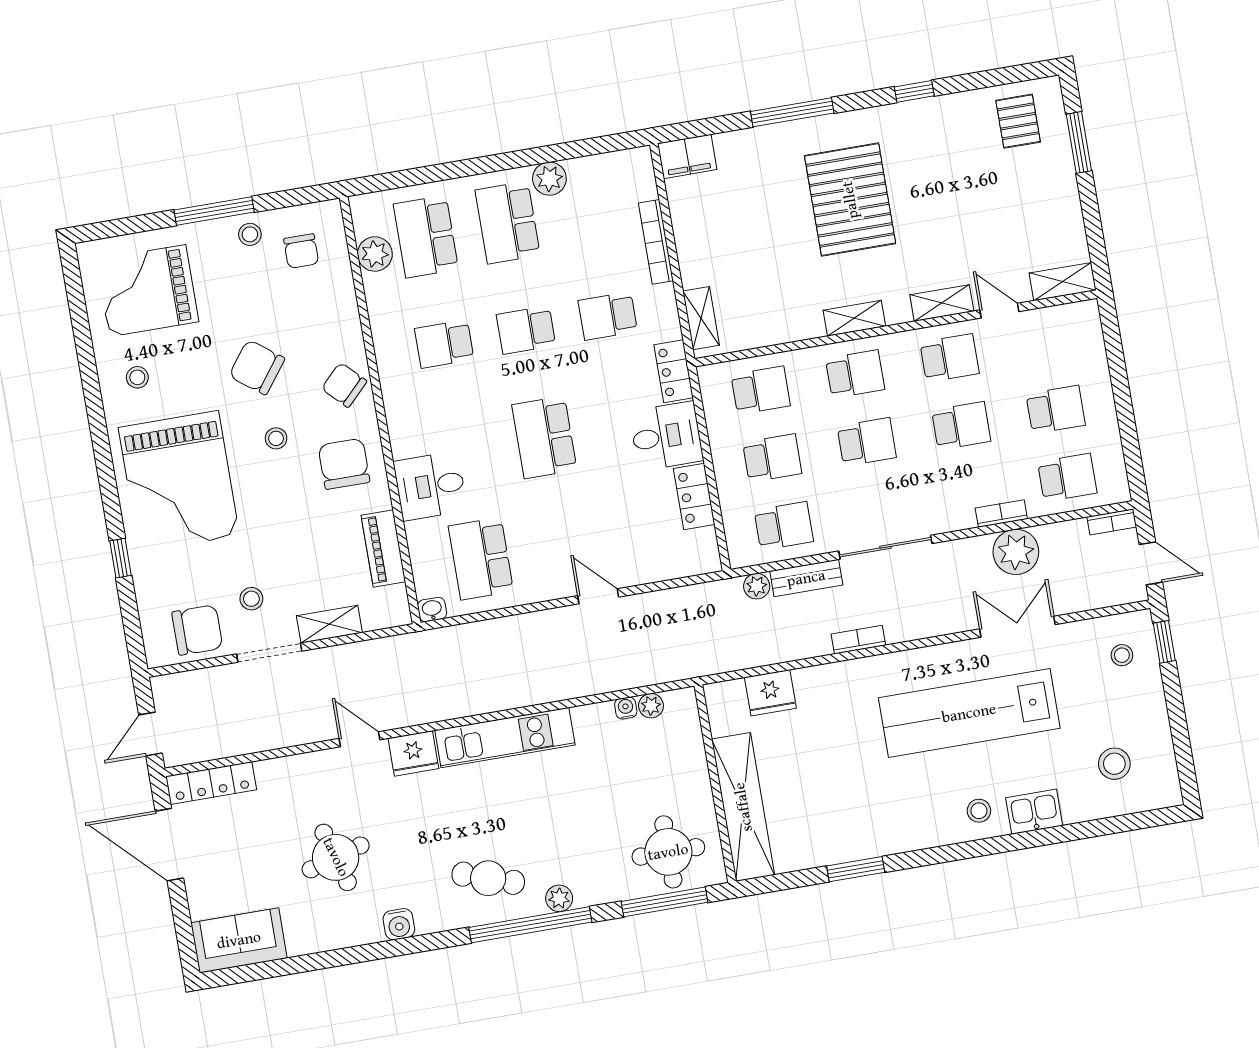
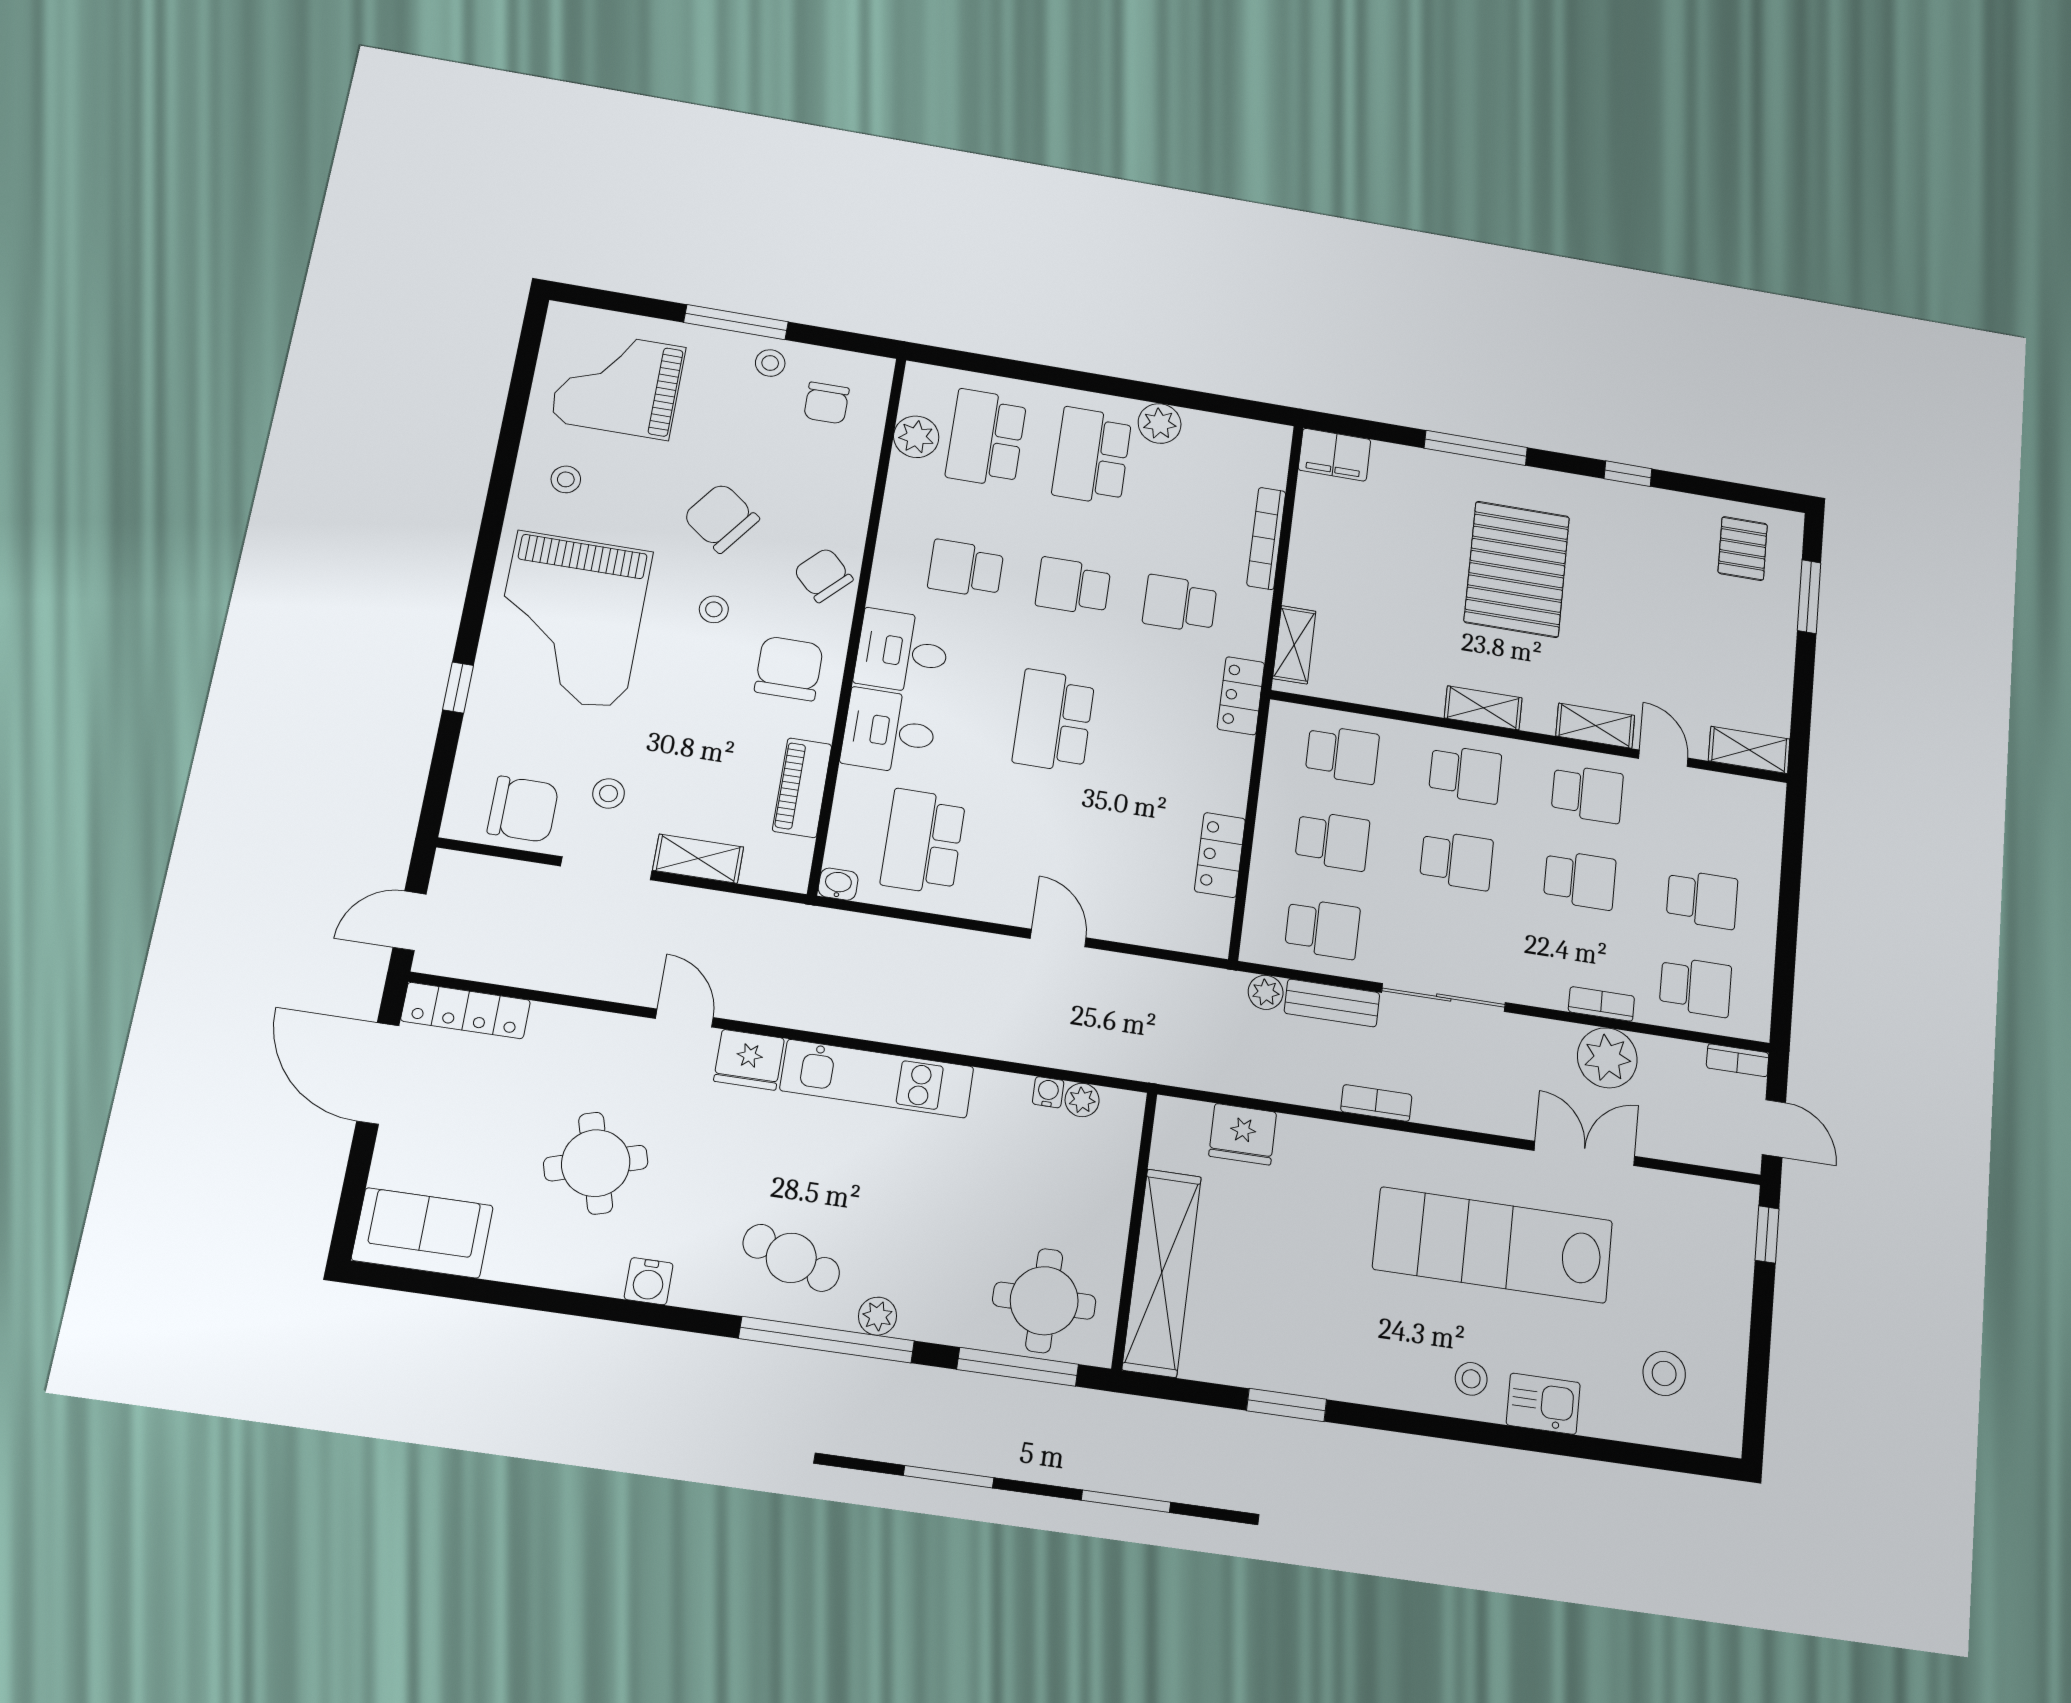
desk: (666, 436) -> (902, 652), moved, turned 180
stool: (1122, 655) -> (1709, 1234), removed

